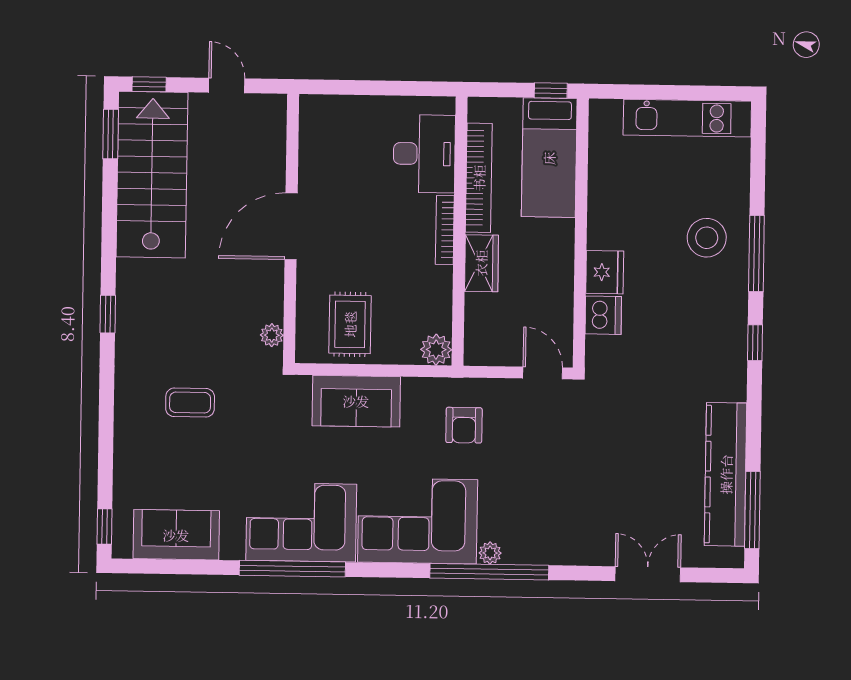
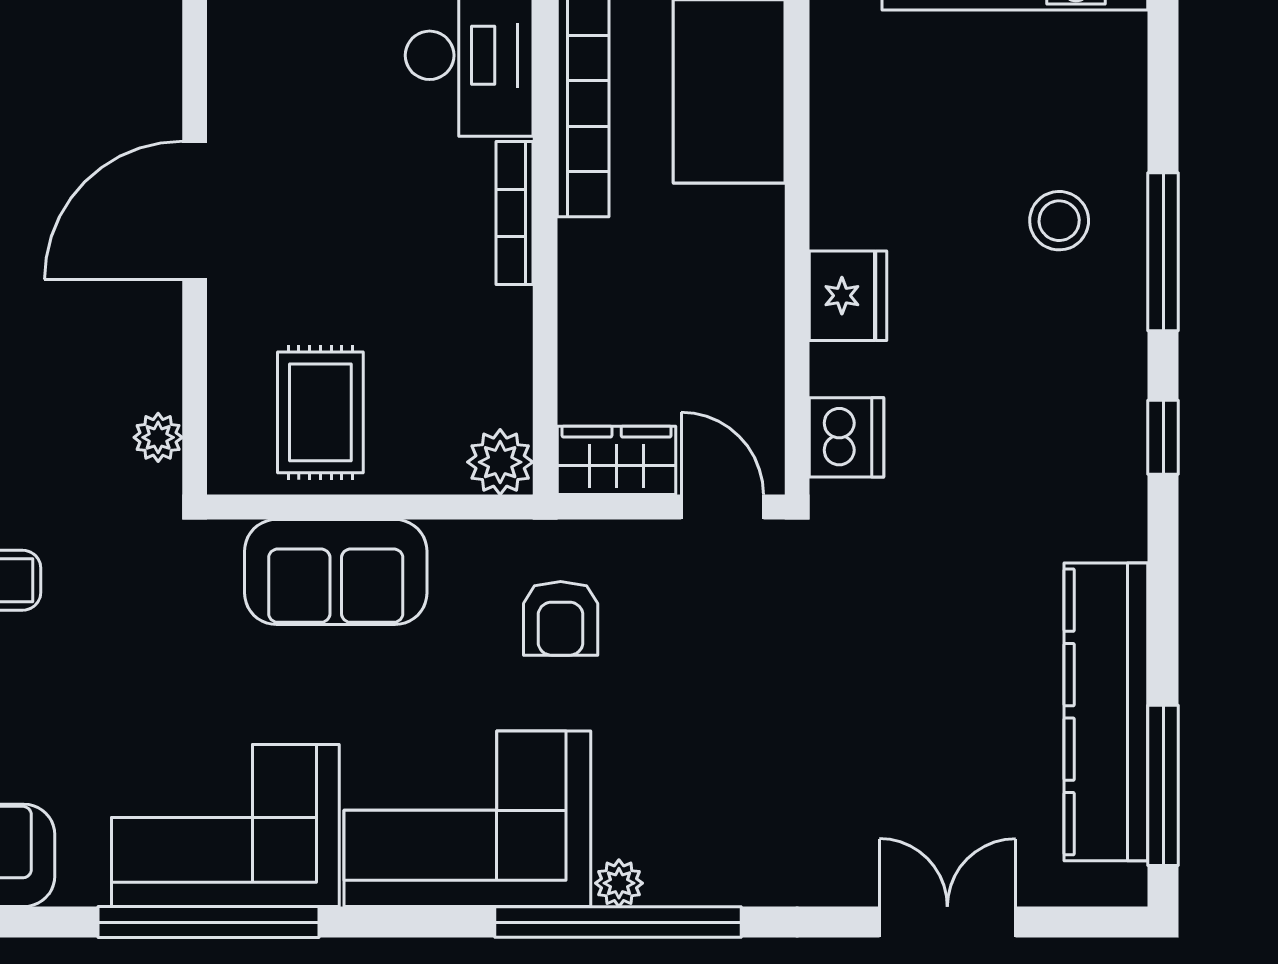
stool: (707, 238) -> (1059, 221), width x0.73, depth x0.73
wardrobe: (481, 263) -> (617, 460), moved, turned -90
dishwasher: (603, 315) -> (847, 437), moved

